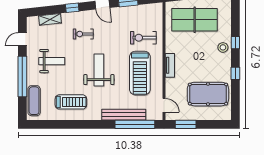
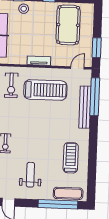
weight bench: (99, 70) -> (41, 129), removed
window: (22, 77) -> (58, 204), moved

